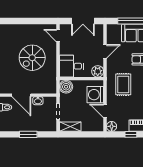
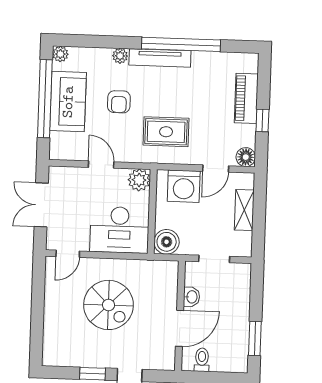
double door: (83, 21) -> (41, 205), swing flipped
desk: (71, 66) -> (119, 230), width x1.37
shelving: (70, 127) -> (244, 210), moved
window: (28, 134) -> (255, 338), moved

